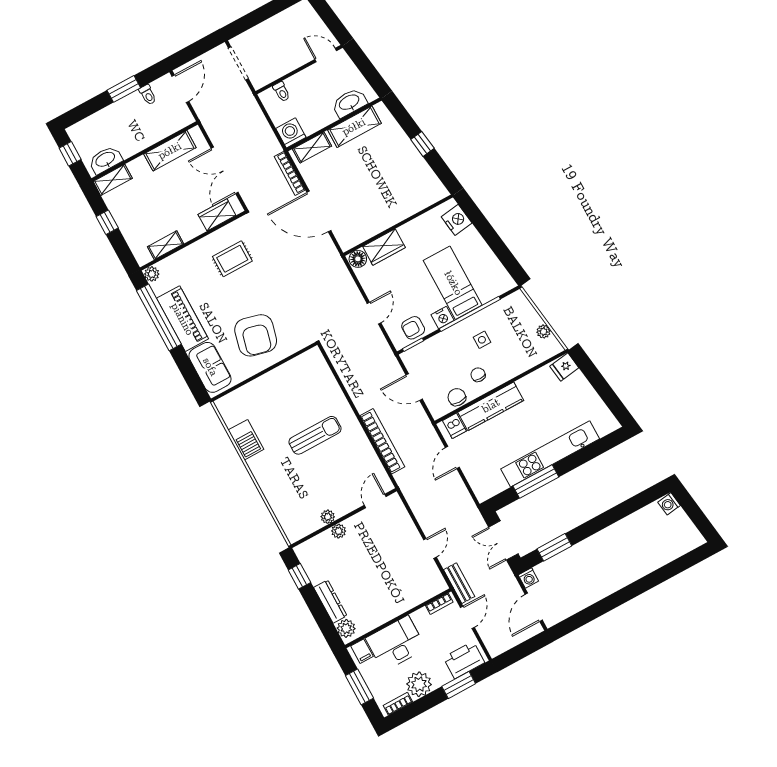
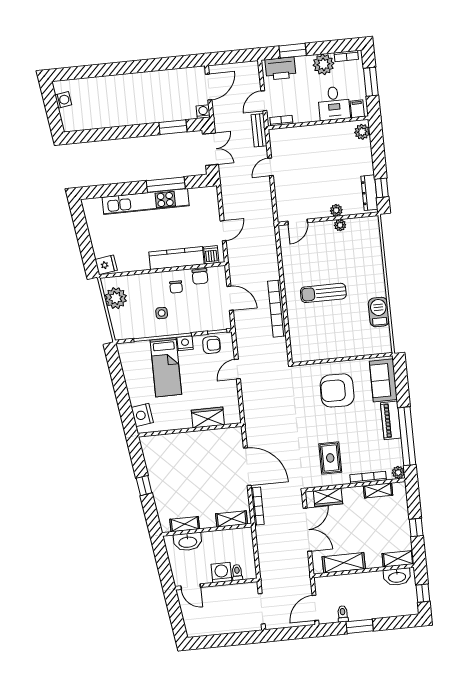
shelving: (354, 127) -> (185, 524), width x0.67, depth x0.75
washing machine: (291, 133) -> (221, 573), moved, turned 180
bookcase: (182, 255) -> (368, 477), added
rug: (232, 259) -> (330, 458), turned 90
floor lamp: (358, 259) -> (232, 417), removed
piano: (182, 319) -> (391, 420), width x0.73, depth x0.75
plant: (544, 332) -> (116, 298), width x1.88, depth x1.88
armchair: (256, 335) -> (337, 390), turned -103
bookcase: (382, 441) -> (277, 309), moved
washing machine: (669, 504) -> (63, 100), moved
dresser: (330, 602) -> (369, 193), moved
desk: (396, 643) -> (334, 103), width x0.73

